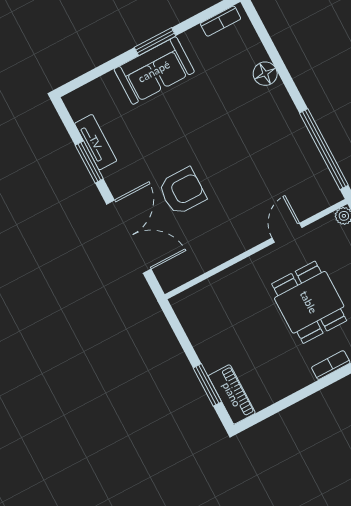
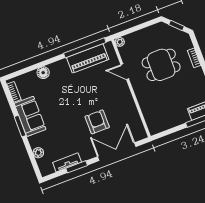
sofa: (154, 71) -> (30, 116), moved
plant: (108, 84) -> (38, 153), added
piano: (304, 157) -> (88, 58), added

